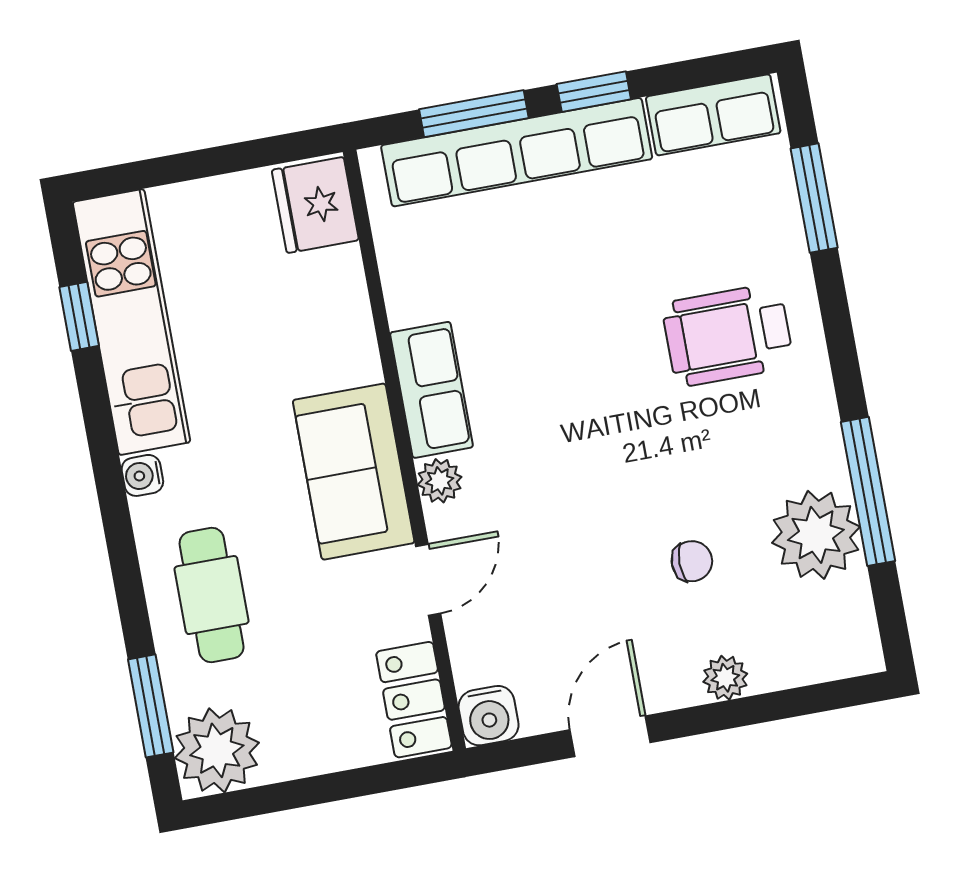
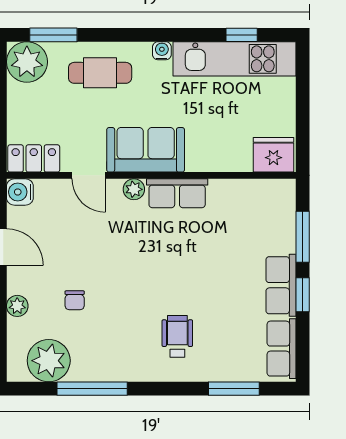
row of seats: (517, 152) -> (281, 285), width x0.50
wheelchair: (728, 335) -> (177, 336), width x0.73, depth x0.73
plant: (816, 535) -> (49, 361), moved

